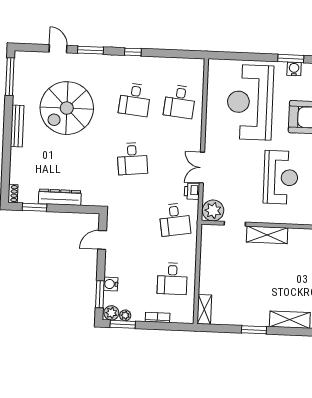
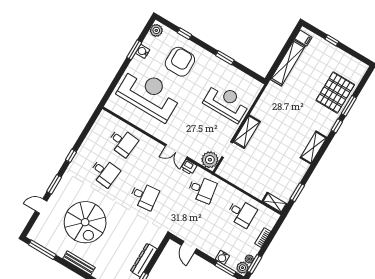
reception desk: (250, 102) -> (149, 94), turned 180
reception desk: (281, 177) -> (227, 102), moved
window: (254, 330) -> (297, 192), moved

